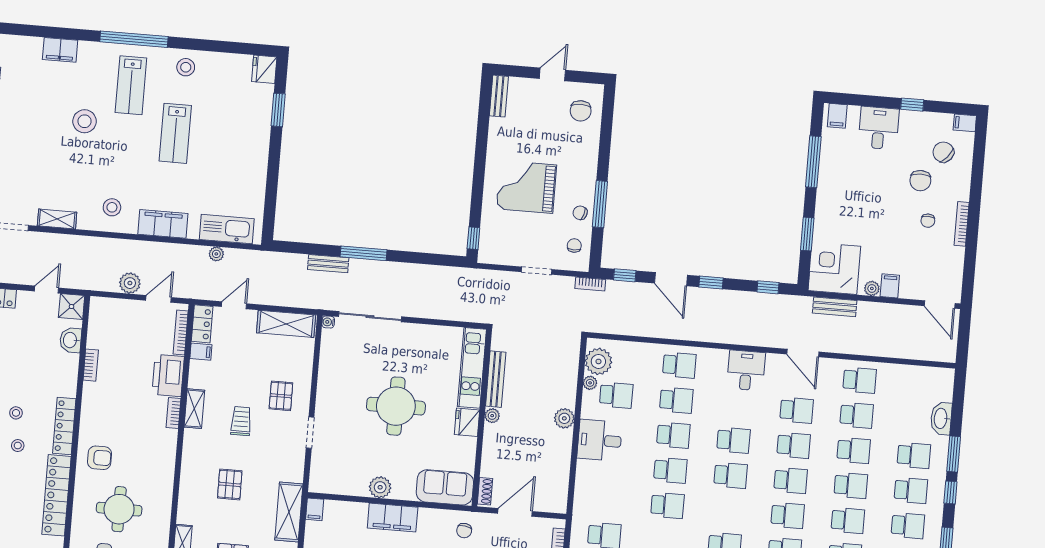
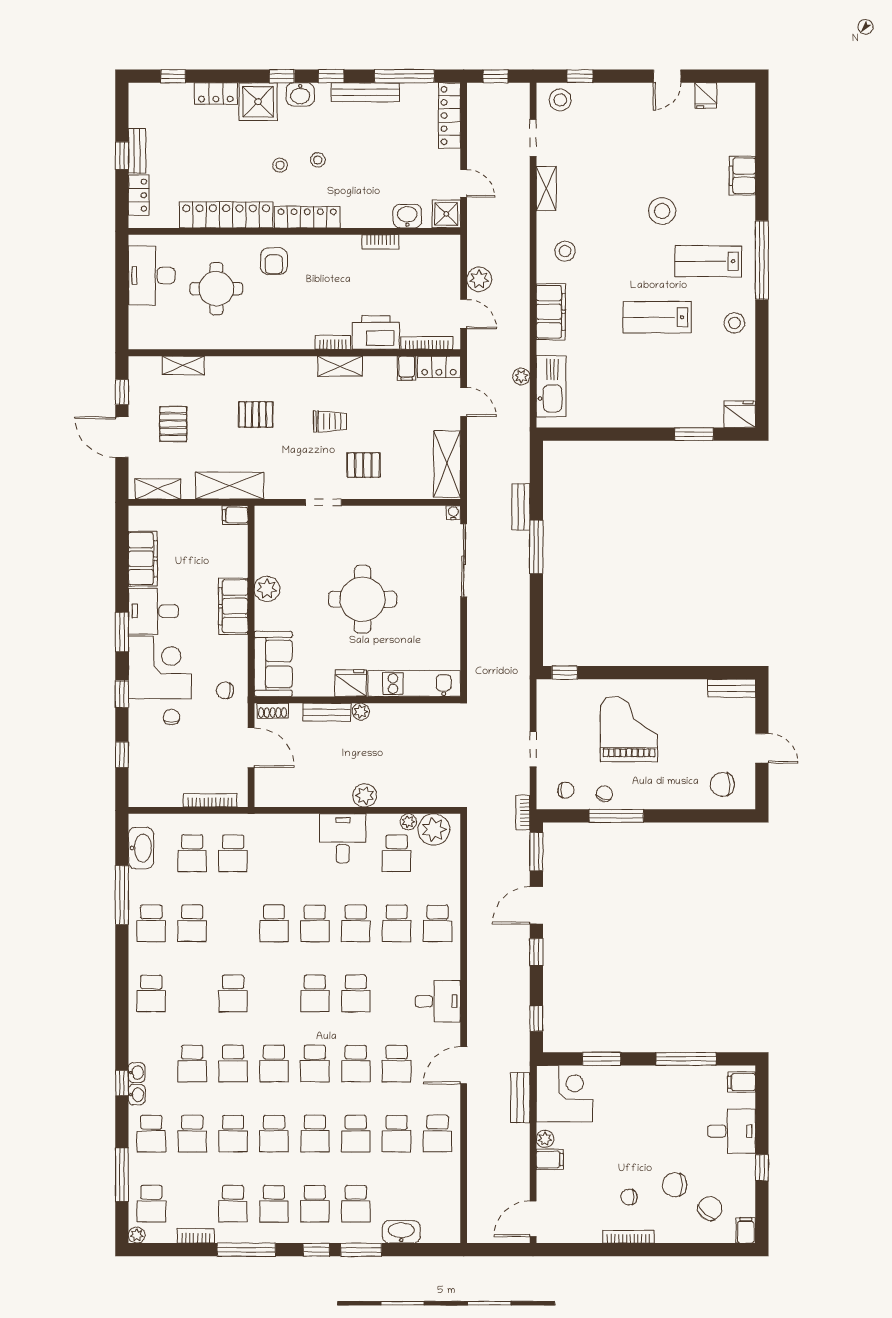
window: (625, 275) -> (536, 852), width x1.50
bench: (496, 379) -> (327, 712), moved, width x0.73

